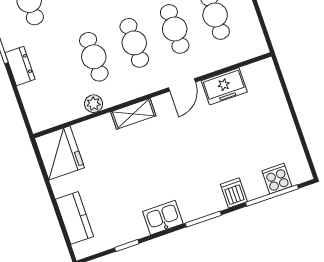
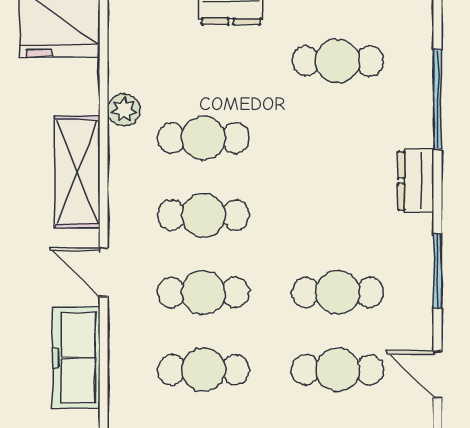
freezer: (224, 86) -> (76, 358), width x1.40
shelving: (133, 114) -> (77, 172), width x1.50, depth x1.33

